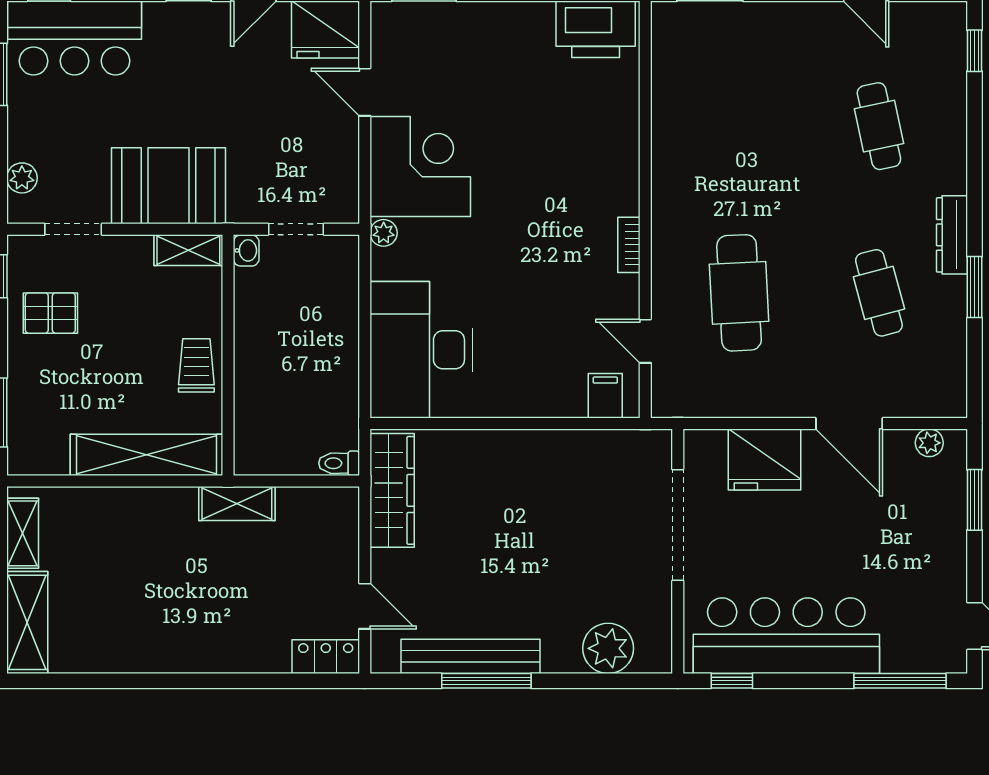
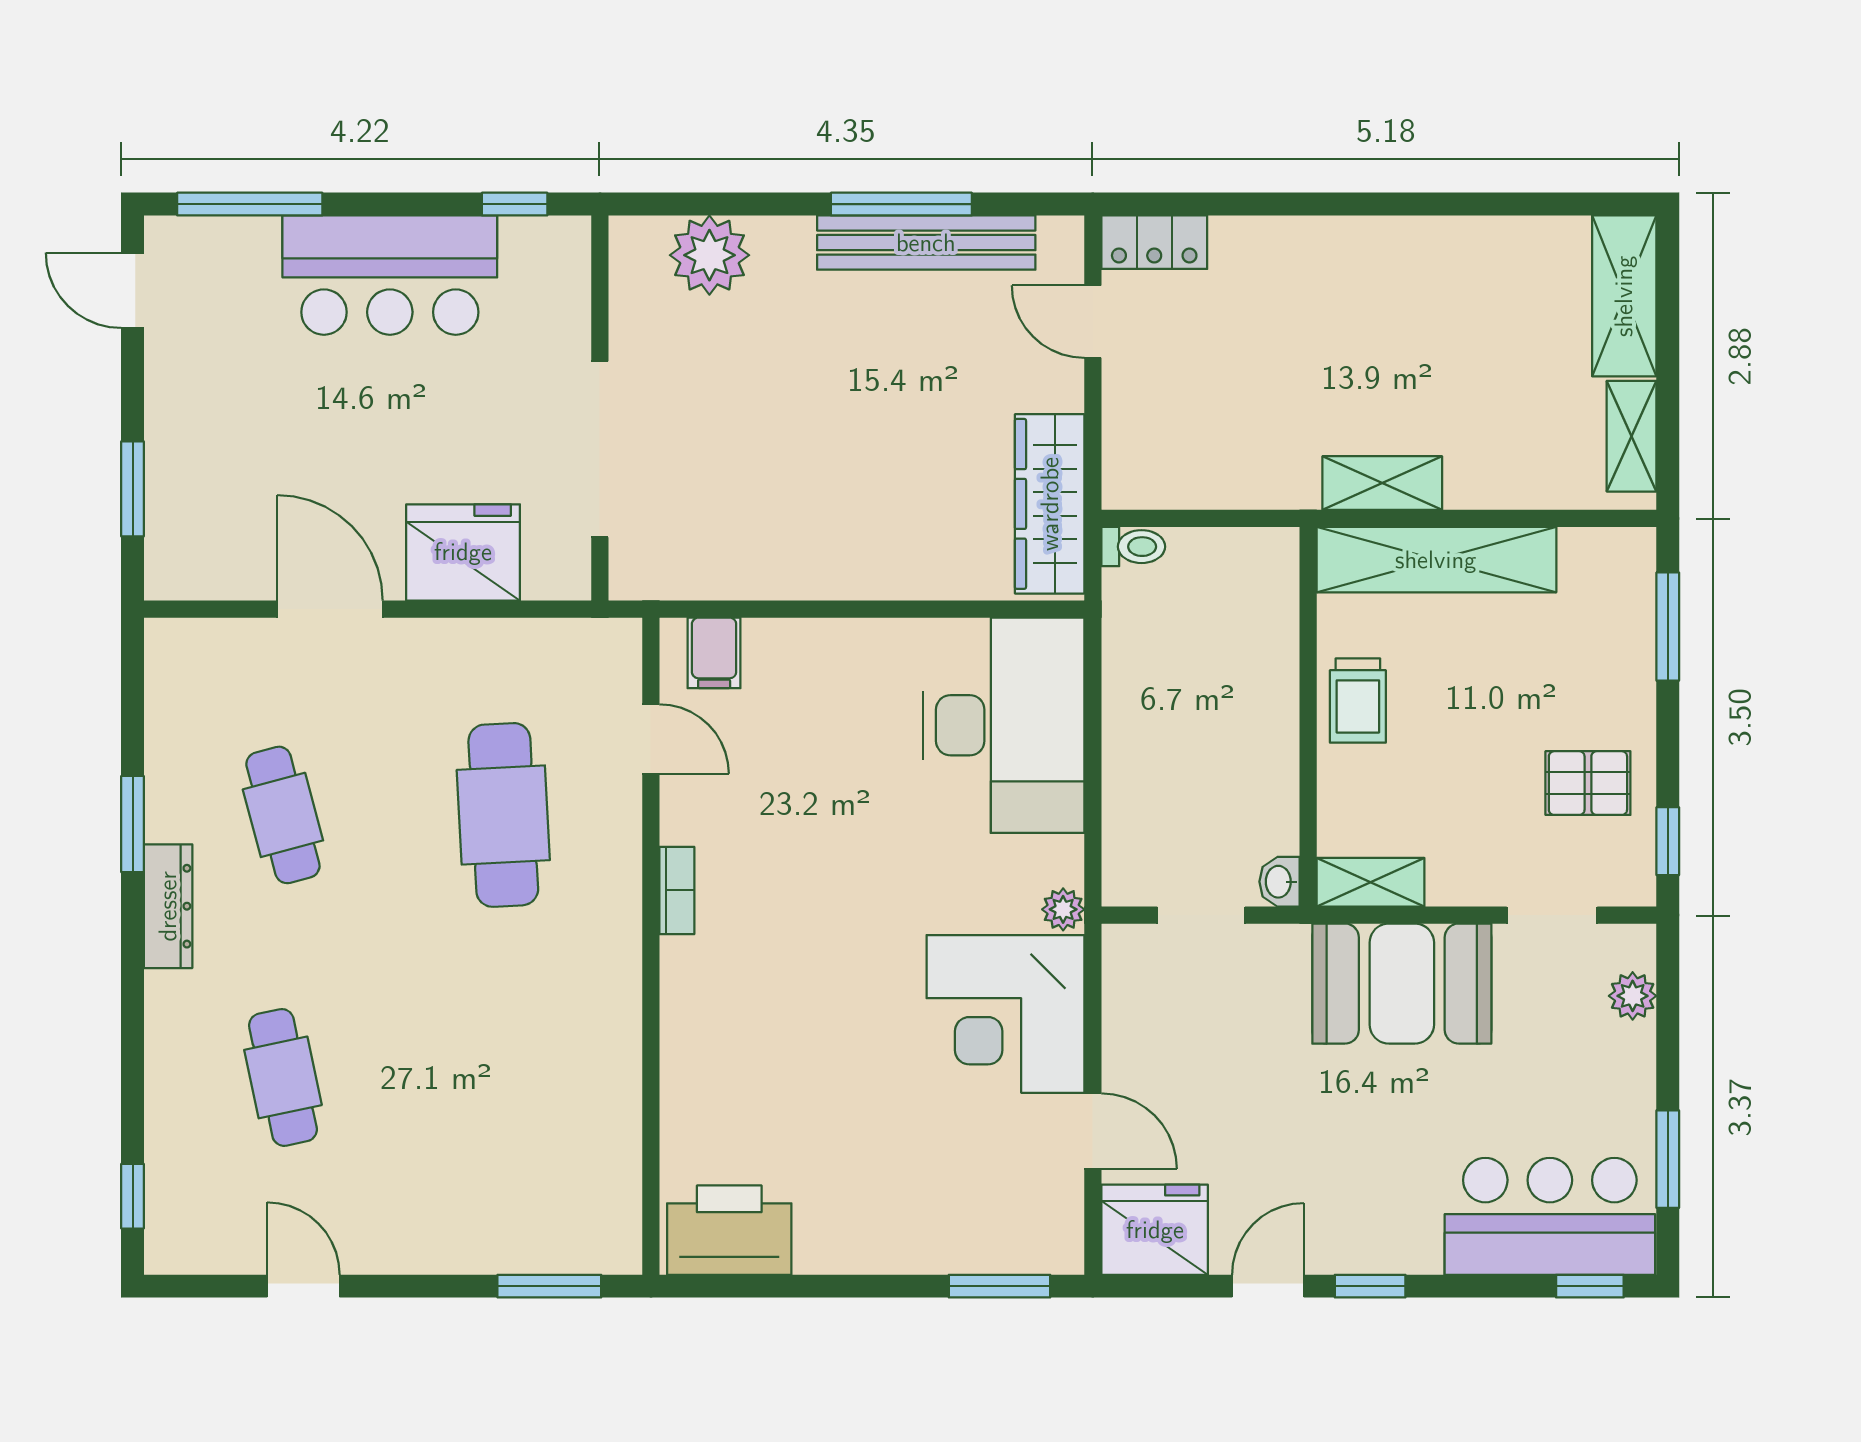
plant: (929, 443) -> (204, 579), removed
shelving: (237, 504) -> (1382, 483), moved
bar counter: (786, 636) -> (390, 275), width x0.73

